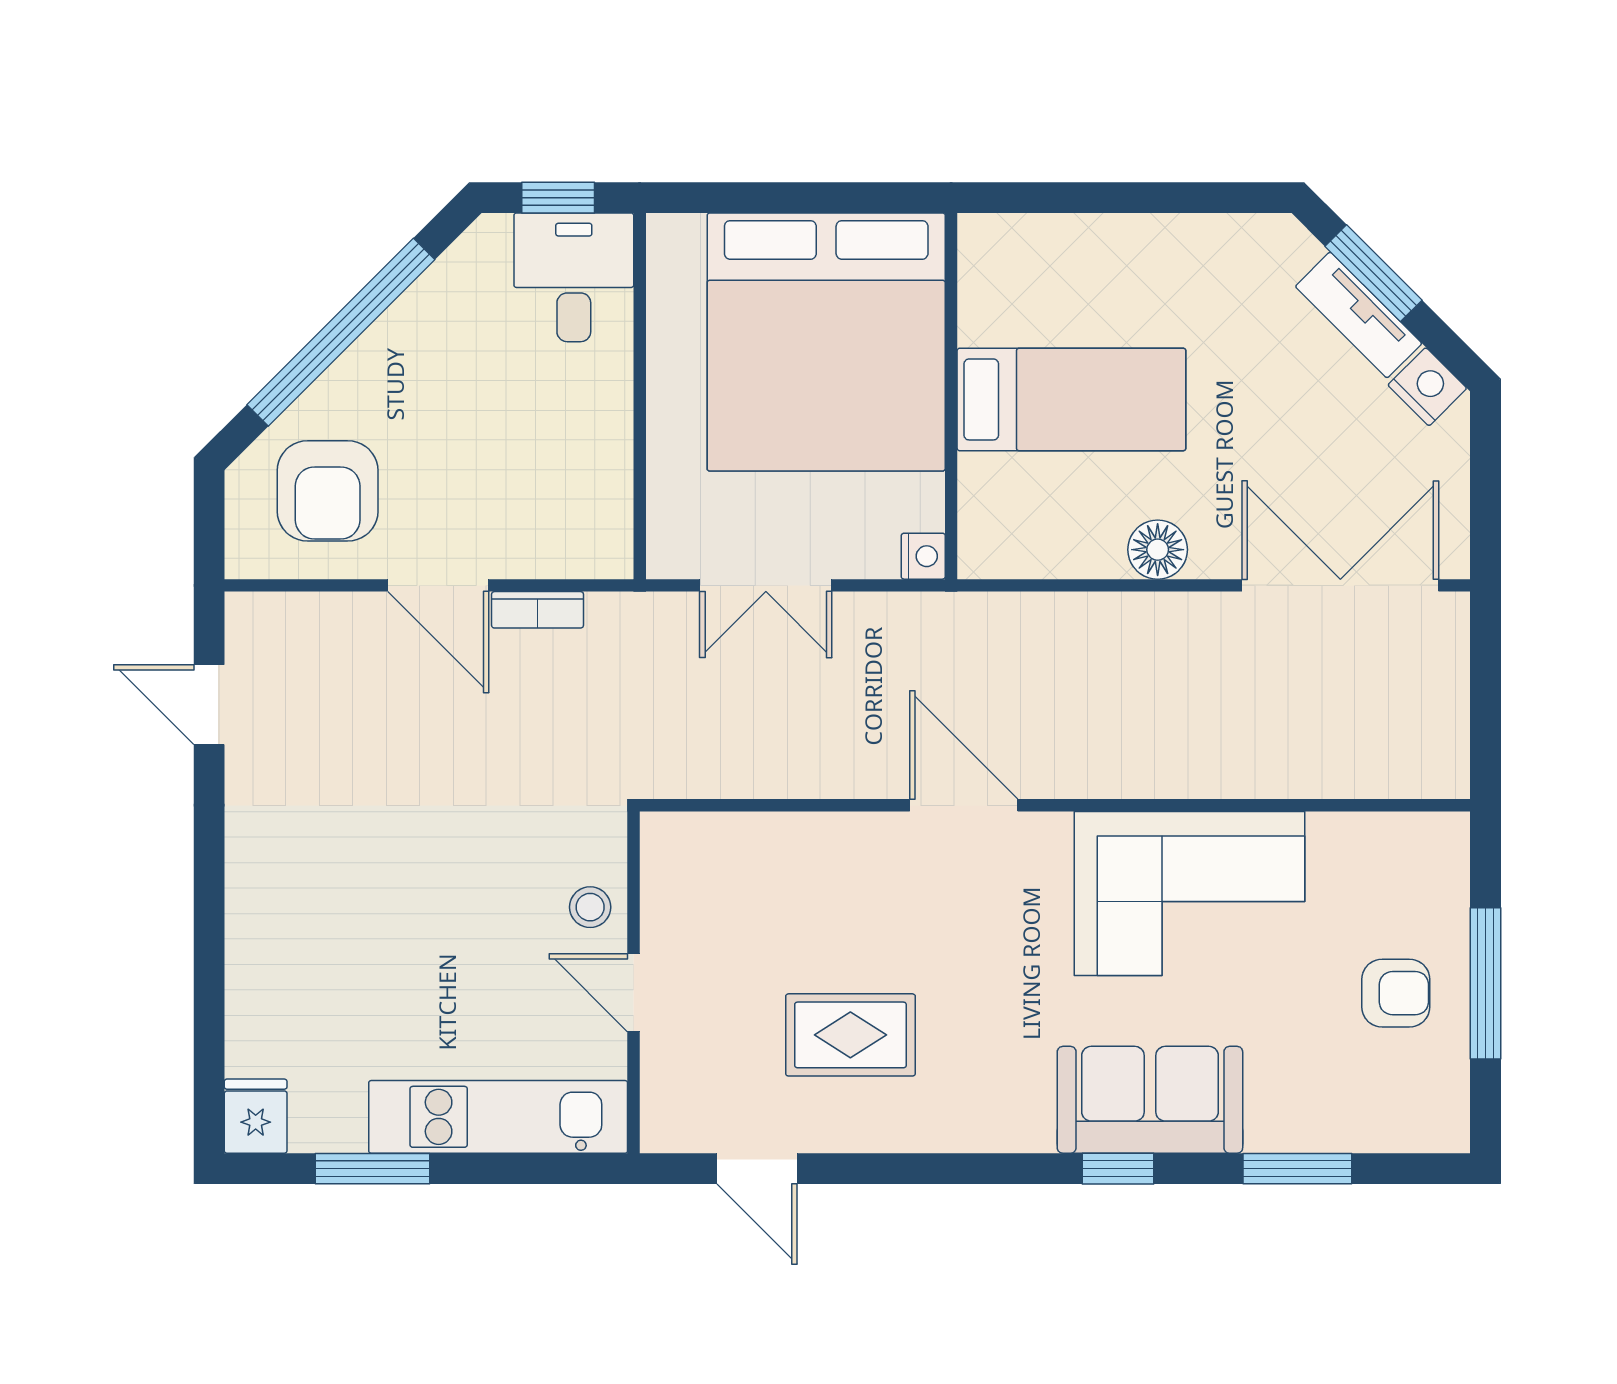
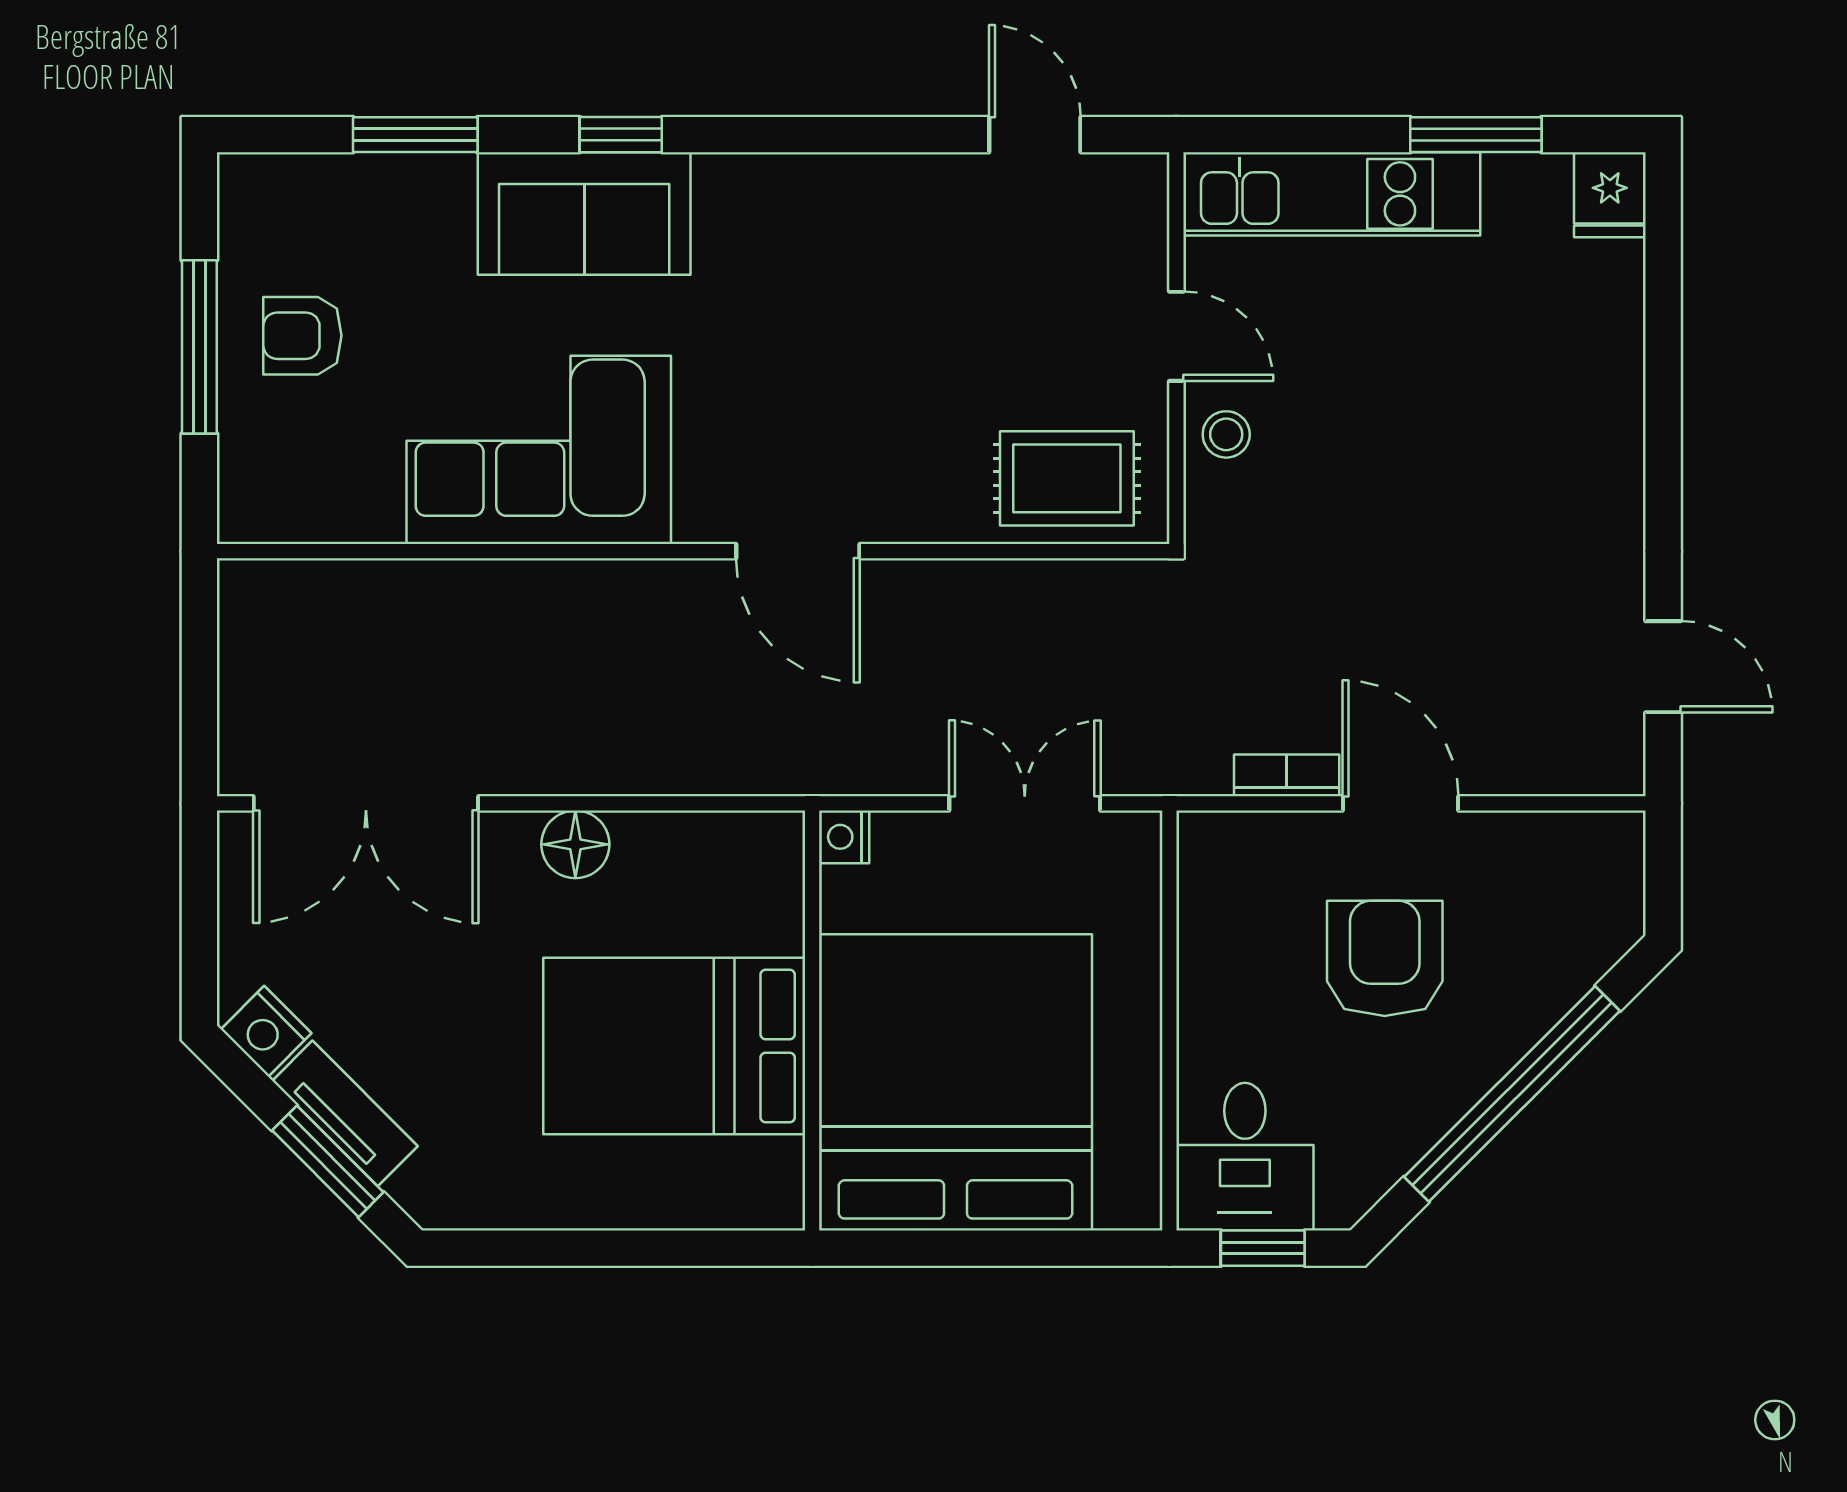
bed: (1071, 399) -> (674, 1046), width x1.50
armchair: (328, 491) -> (1385, 958), moved
rug: (850, 1035) -> (1067, 478), moved

